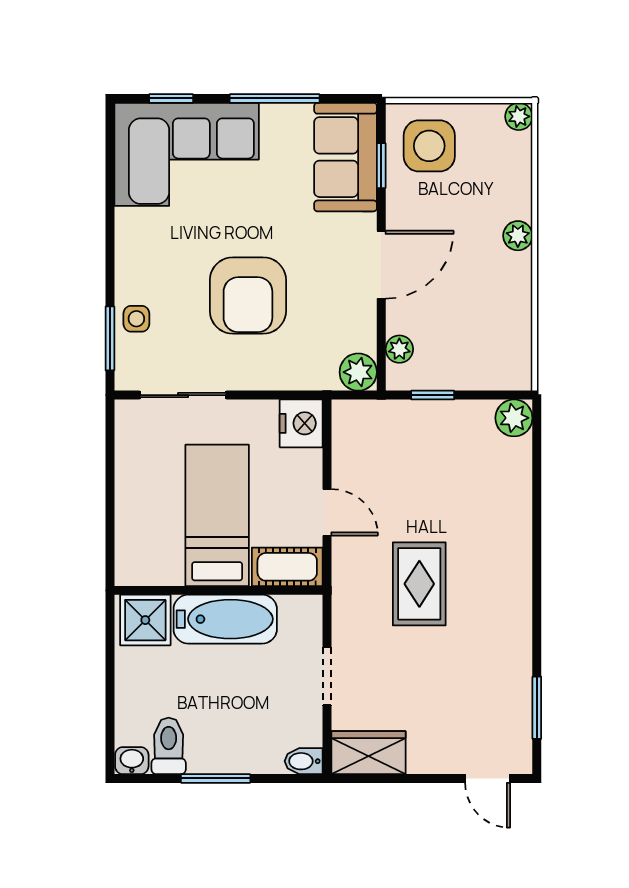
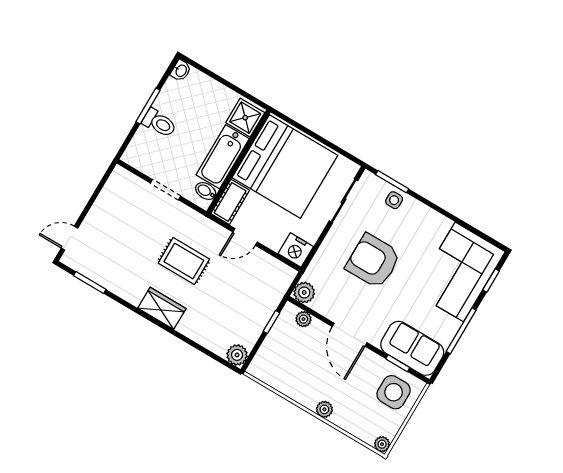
bed: (217, 515) -> (285, 167), width x2.04
toilet: (169, 746) -> (159, 123), moved
wardrobe: (368, 753) -> (162, 308), moved, turned -90
bidet: (304, 761) -> (206, 191), moved, turned -90

